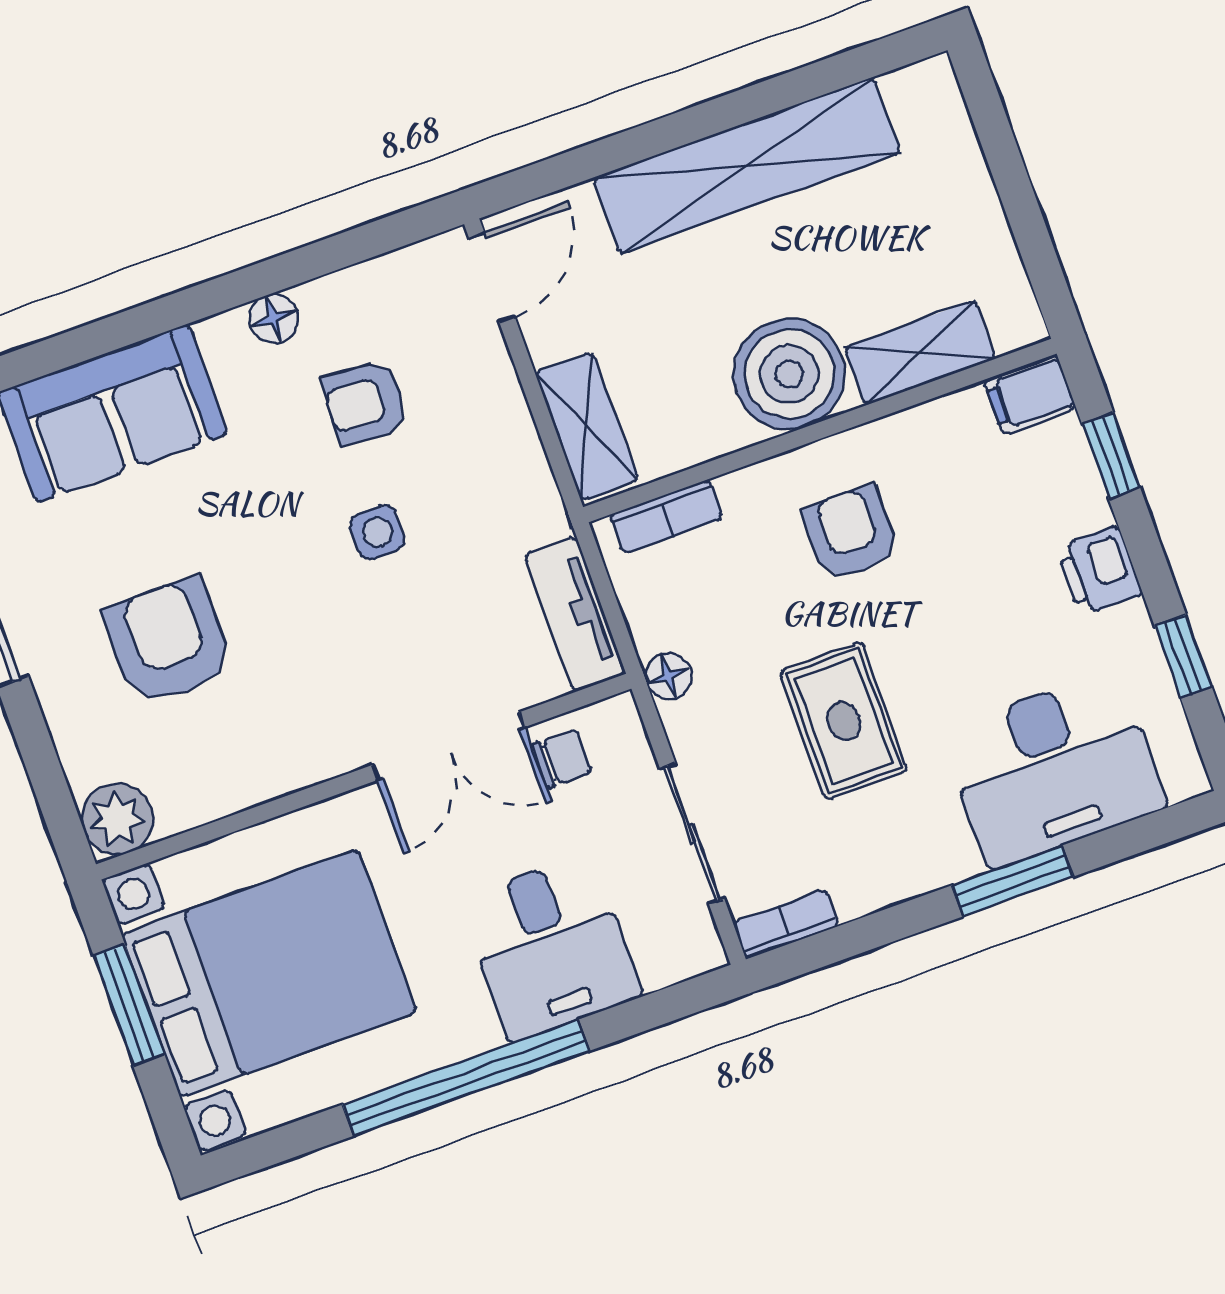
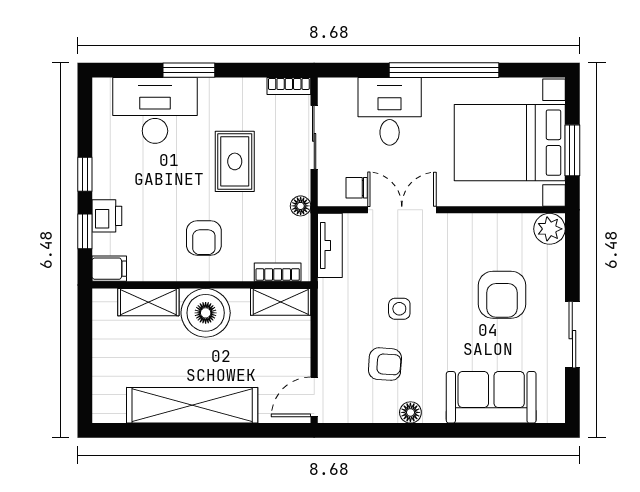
shelving: (587, 426) -> (281, 302), moved, turned 90
printer: (1099, 571) -> (107, 216), moved
window: (1183, 657) -> (85, 174), moved

